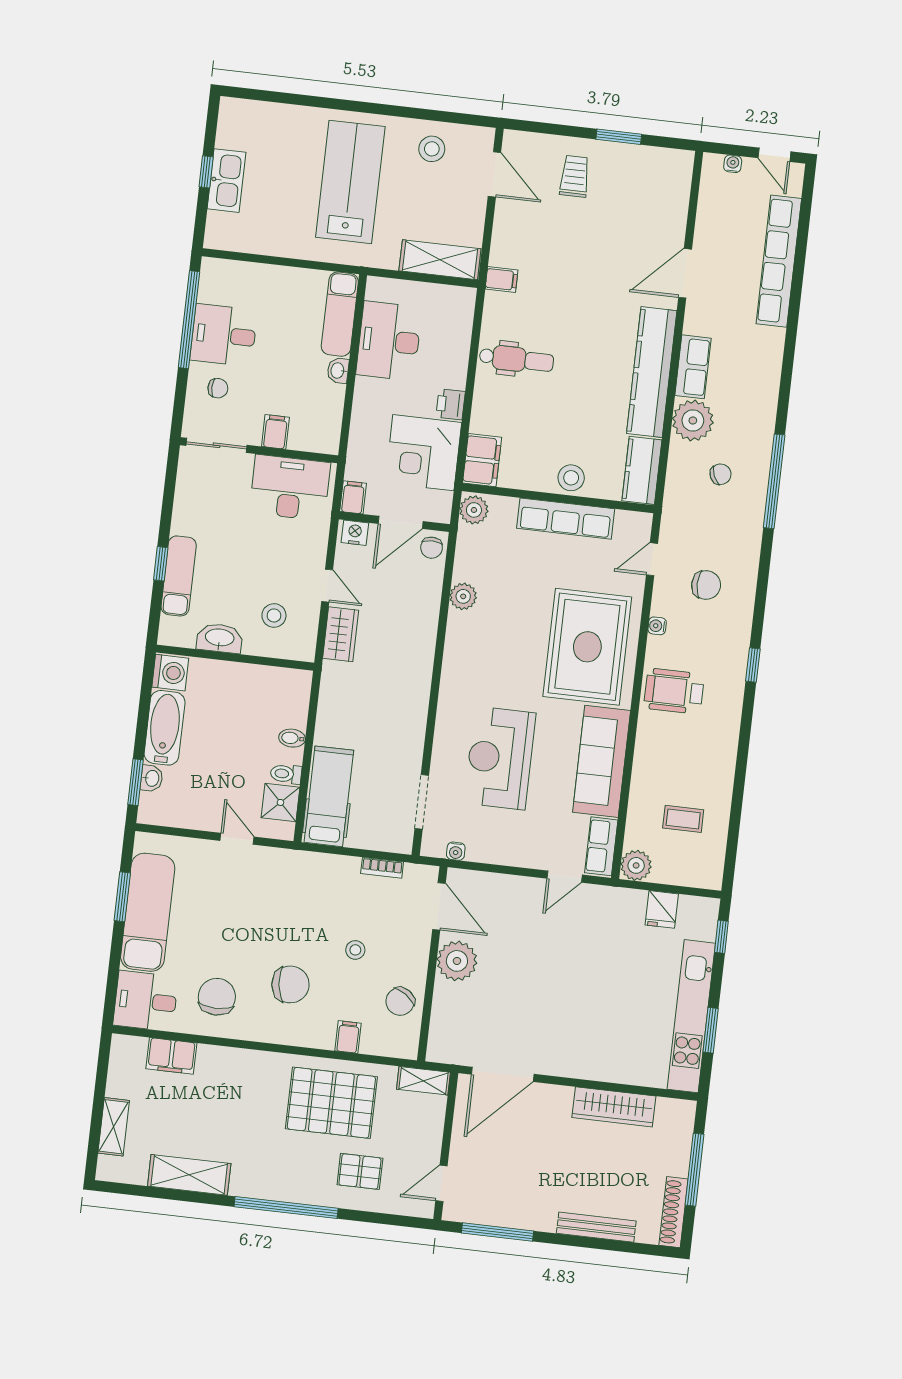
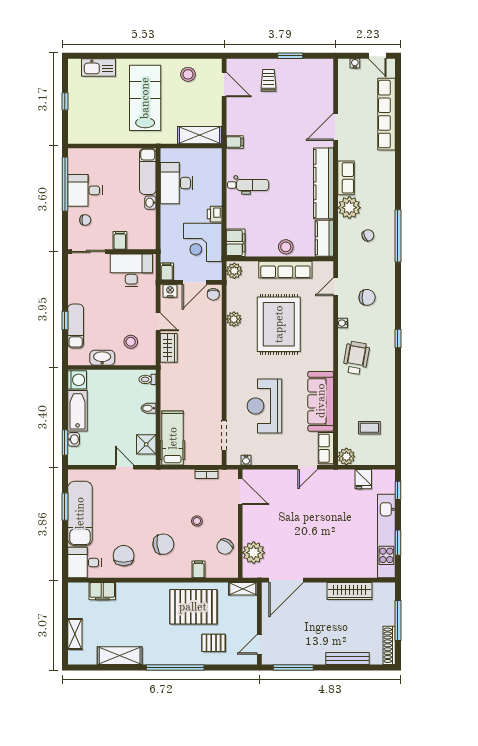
kitchen sink: (226, 181) -> (99, 68), moved, turned 90
rug: (587, 647) -> (279, 324), moved
wheelchair: (674, 691) -> (356, 358), turned 100
toilet: (286, 774) -> (147, 379), moved
plant: (457, 961) -> (254, 553), moved

